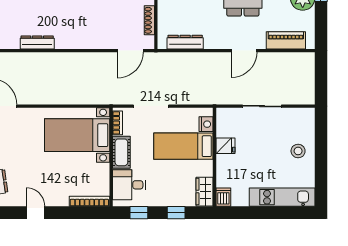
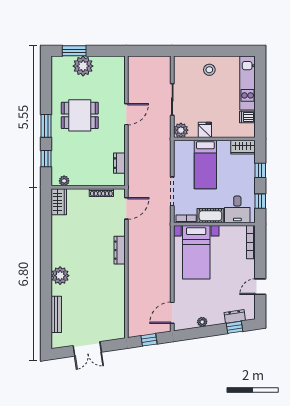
piano: (286, 40) -> (118, 80), removed
dresser: (37, 42) -> (120, 250), moved
dresser: (185, 42) -> (119, 163), width x0.70
door: (130, 51) -> (126, 208), hinge flipped
door: (244, 51) -> (126, 114), hinge flipped
plant: (225, 117) -> (181, 130), added
nightstand: (206, 124) -> (187, 146), removed
dishwasher: (223, 197) -> (247, 117), moved

